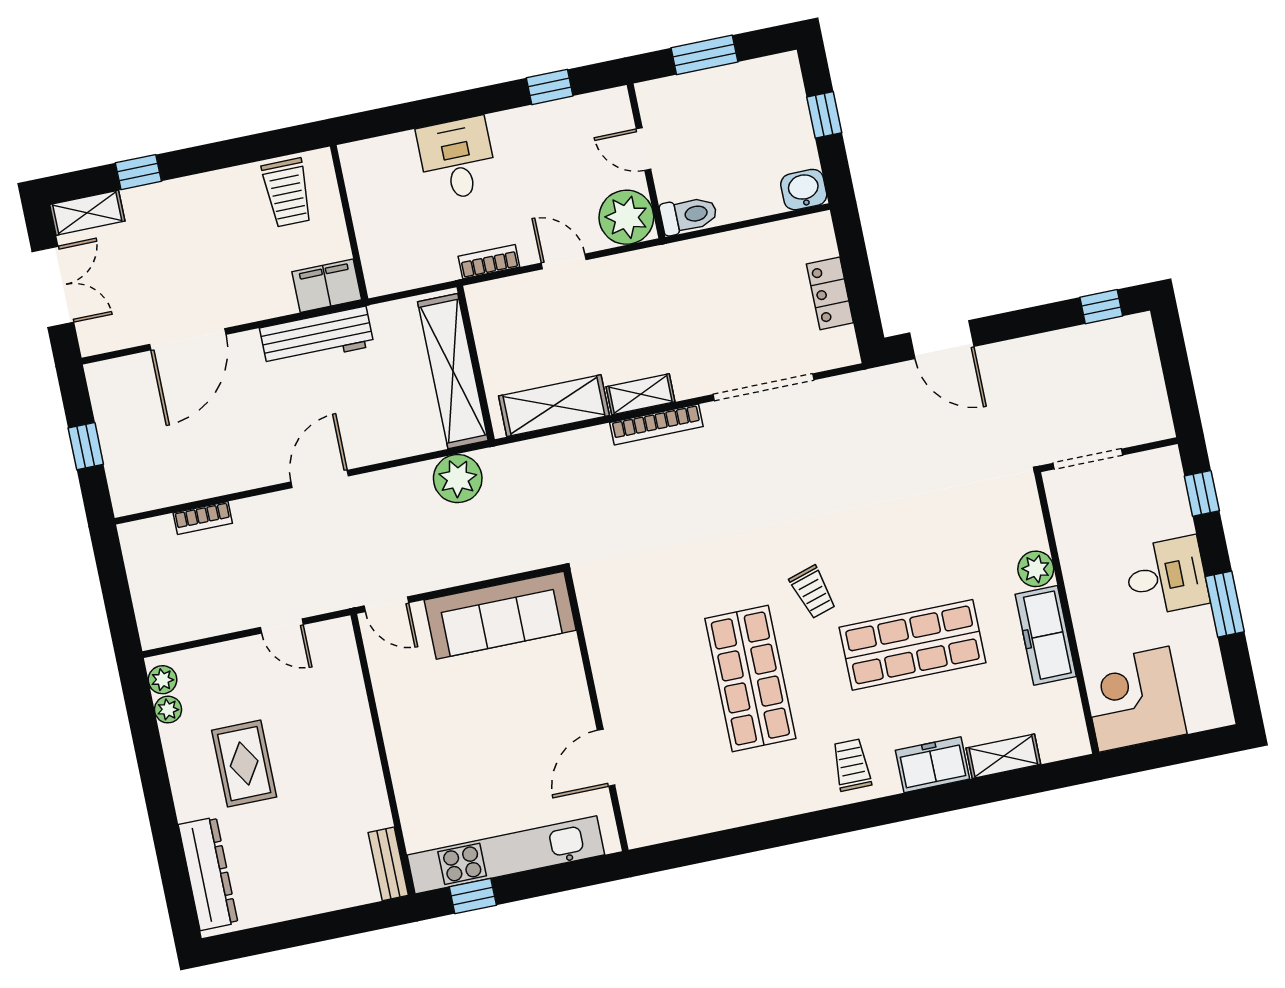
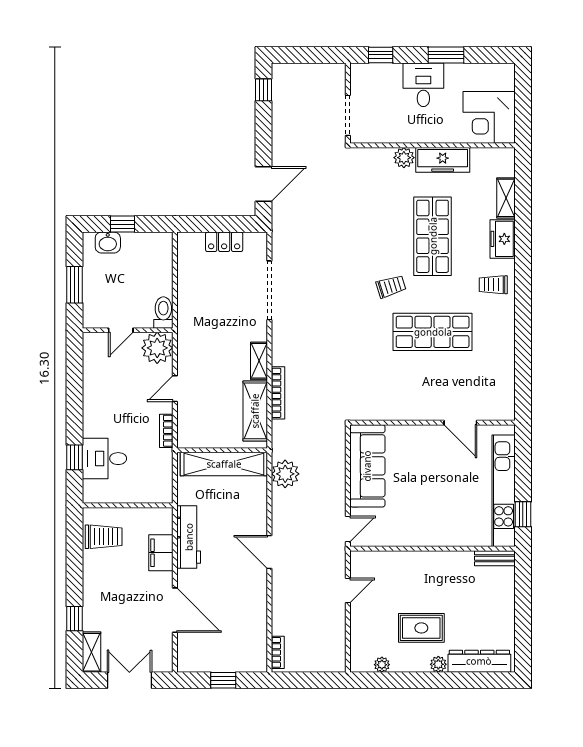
window: (550, 87) -> (75, 457), moved
desk: (457, 159) -> (104, 459), moved
washbasin: (804, 190) -> (108, 243), moved, turned -90
filing cabinet: (327, 286) -> (161, 553), moved
bookcase: (656, 425) -> (278, 393), moved
bookcase: (203, 518) -> (278, 652), moved
plant: (163, 680) -> (438, 664), moved

